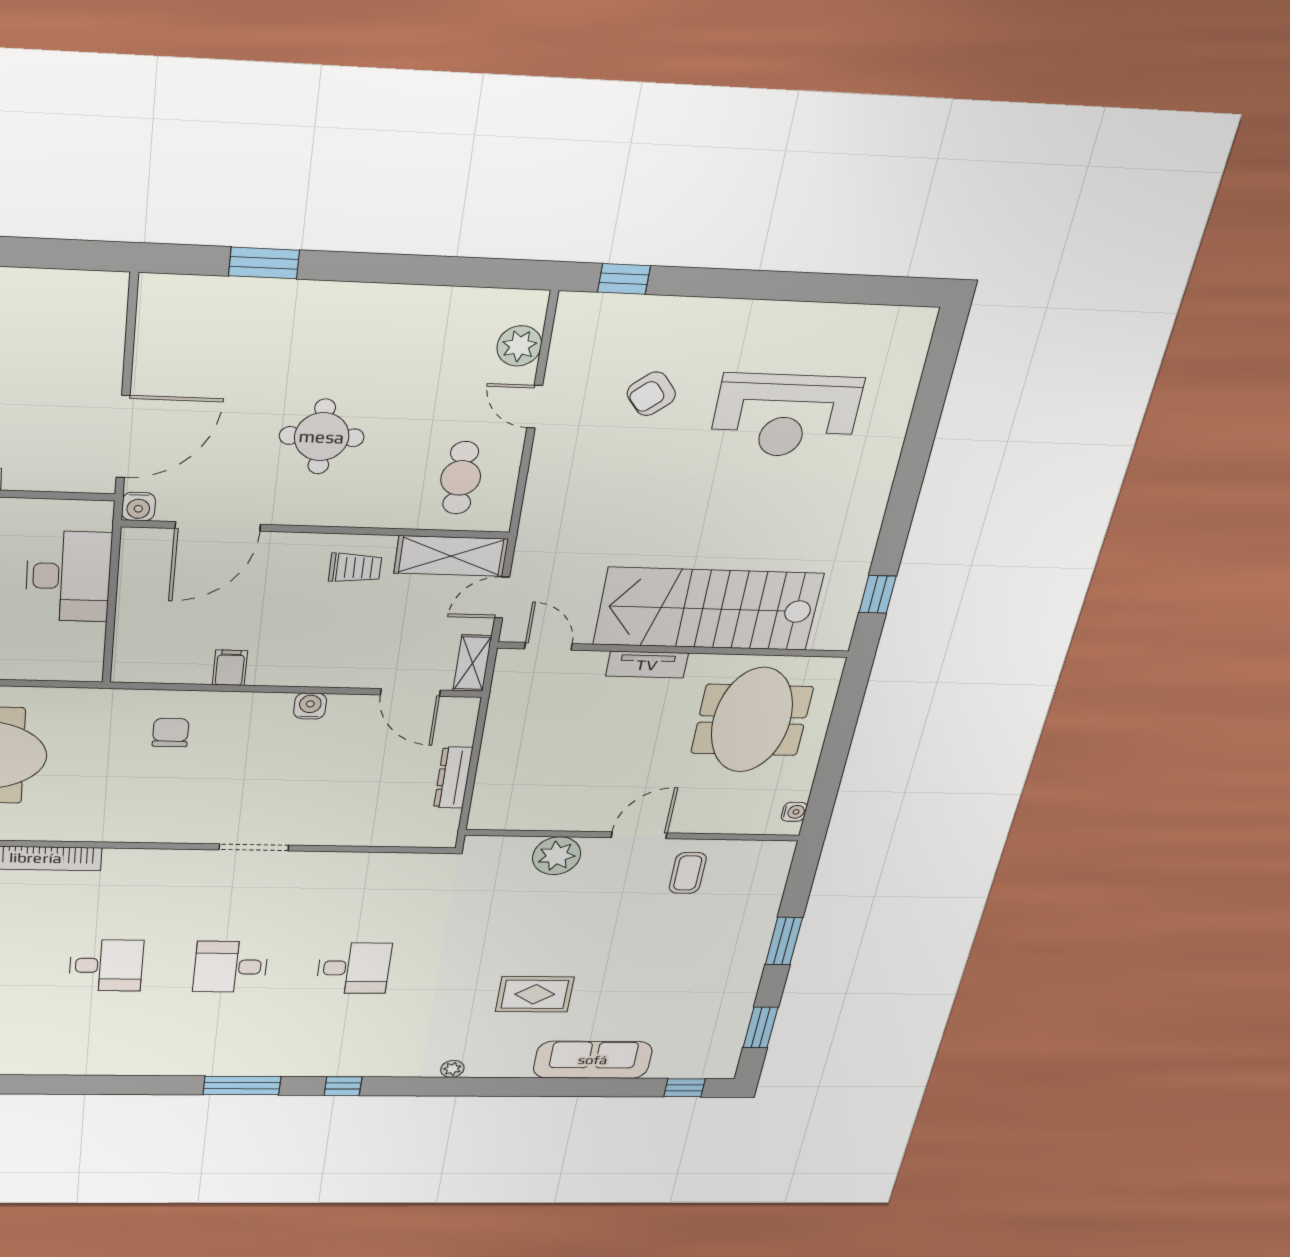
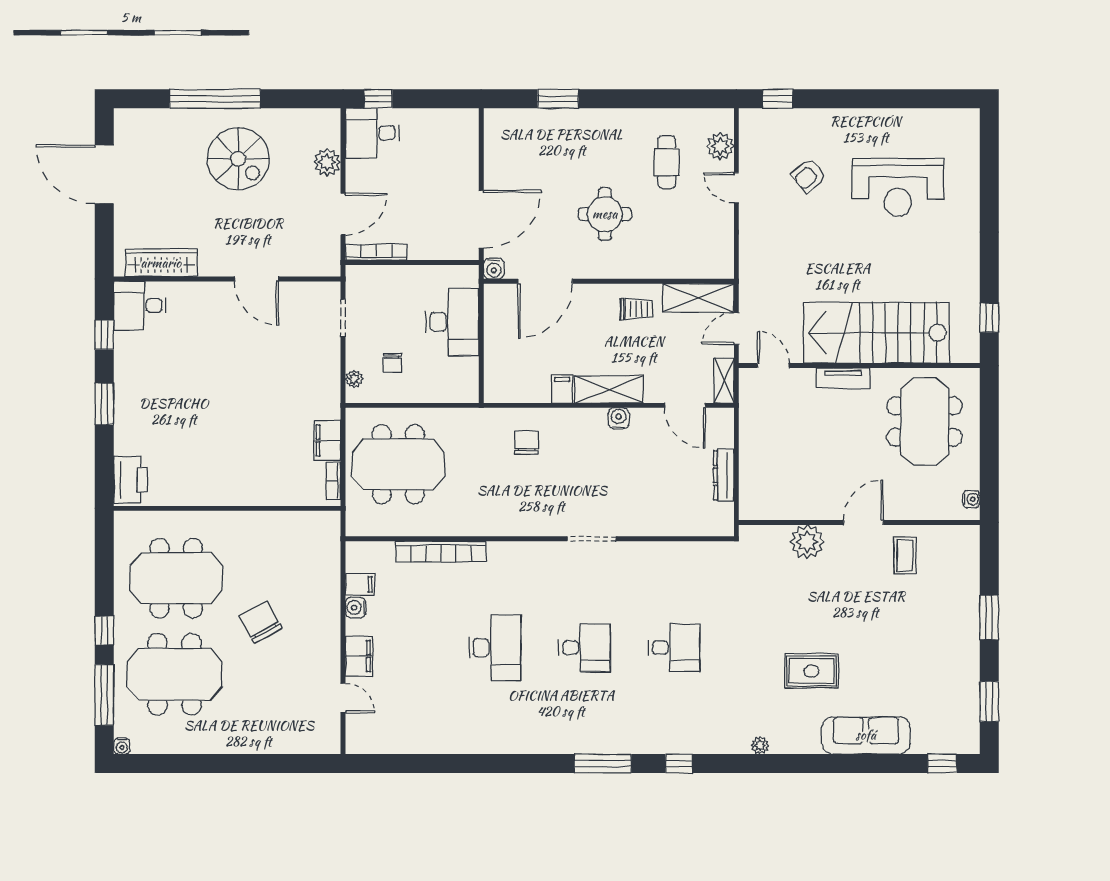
cafe table: (461, 478) -> (667, 162), moved
shelving: (300, 670) -> (609, 389), added
desk: (106, 965) -> (495, 648), width x1.37
desk: (231, 967) -> (585, 648), turned 180

